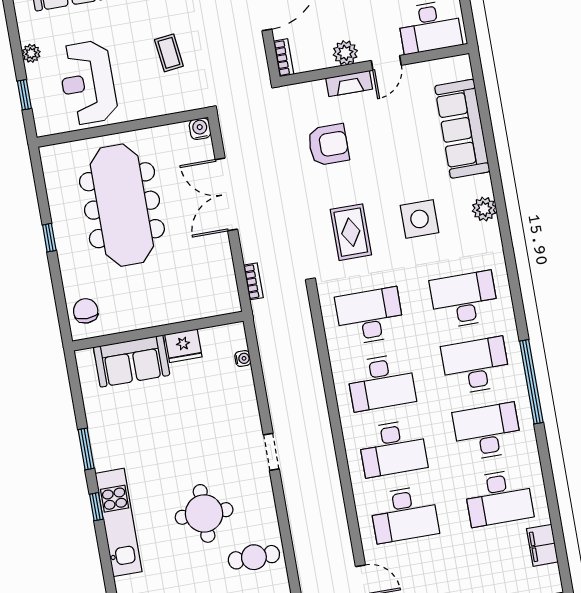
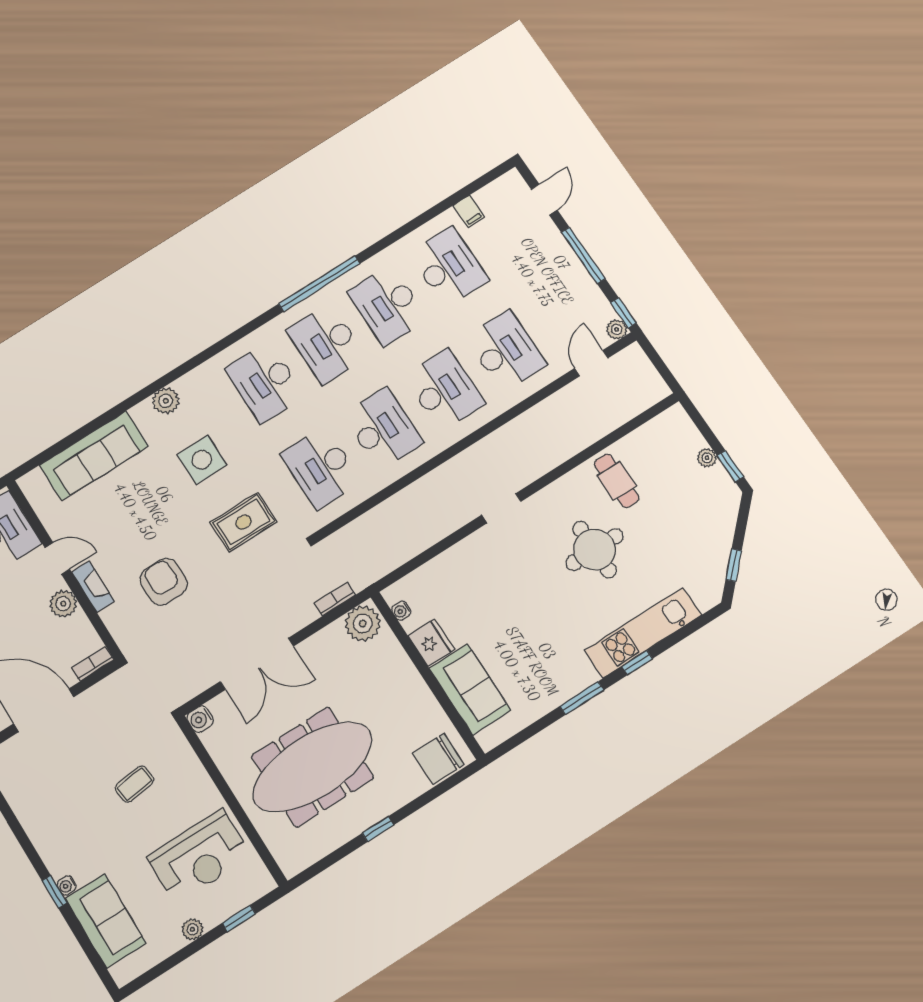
plant: (223, 296) -> (363, 623), added
chair: (86, 311) -> (438, 759), width x1.37, depth x1.37
water cooler: (243, 359) -> (401, 611), moved, turned -90
filing cabinet: (542, 545) -> (469, 211), width x0.50

